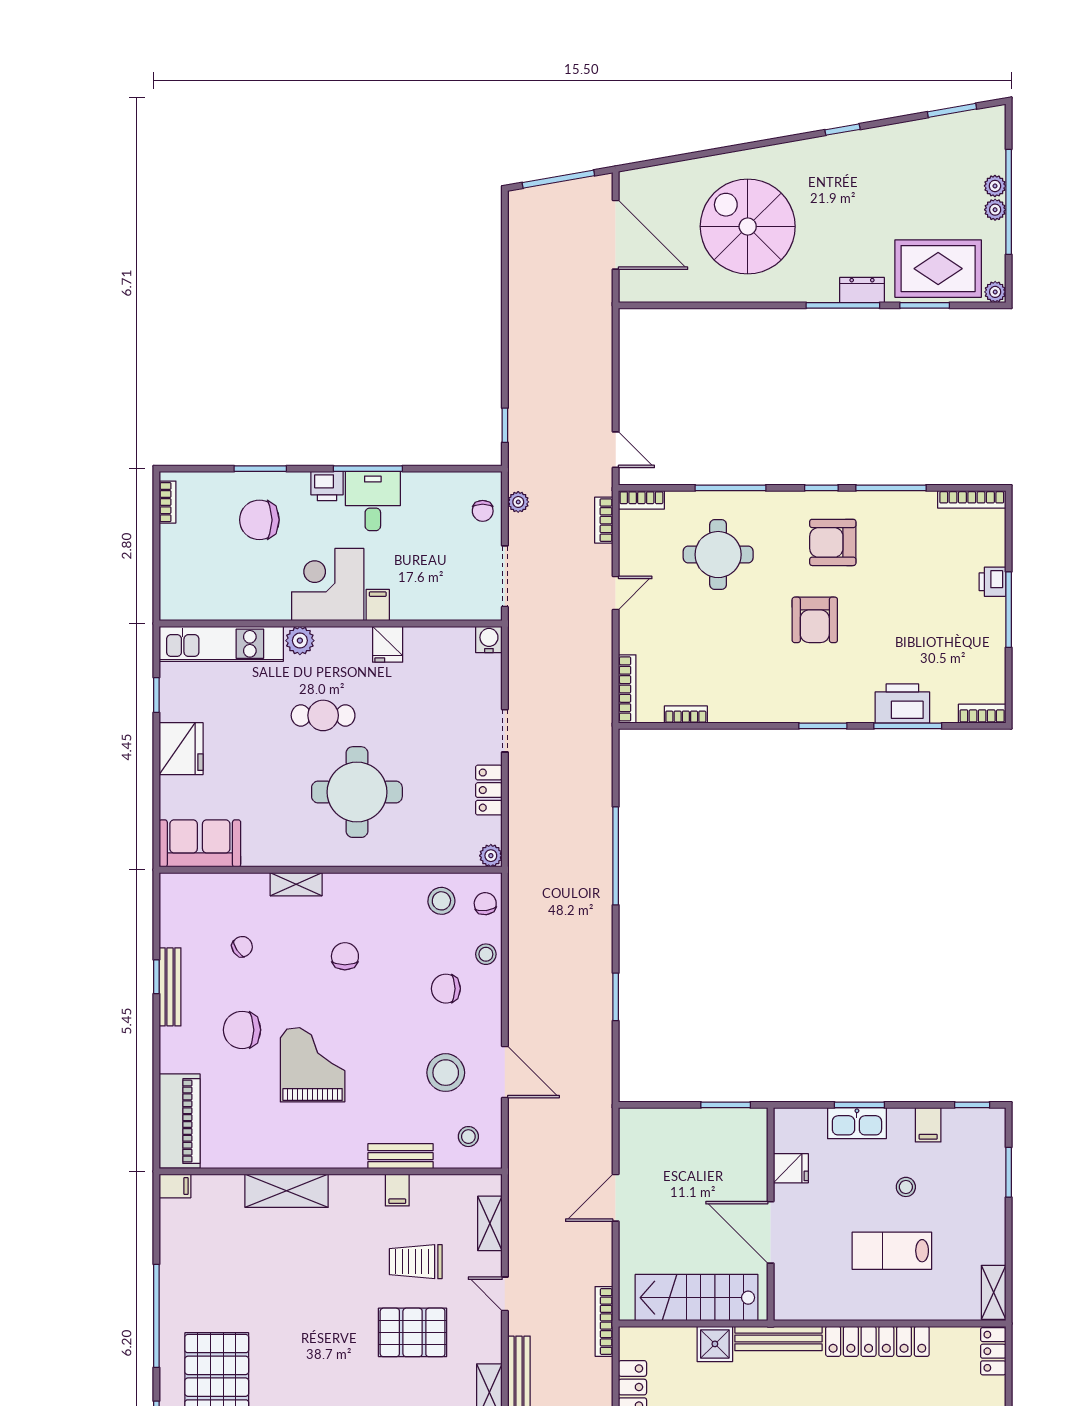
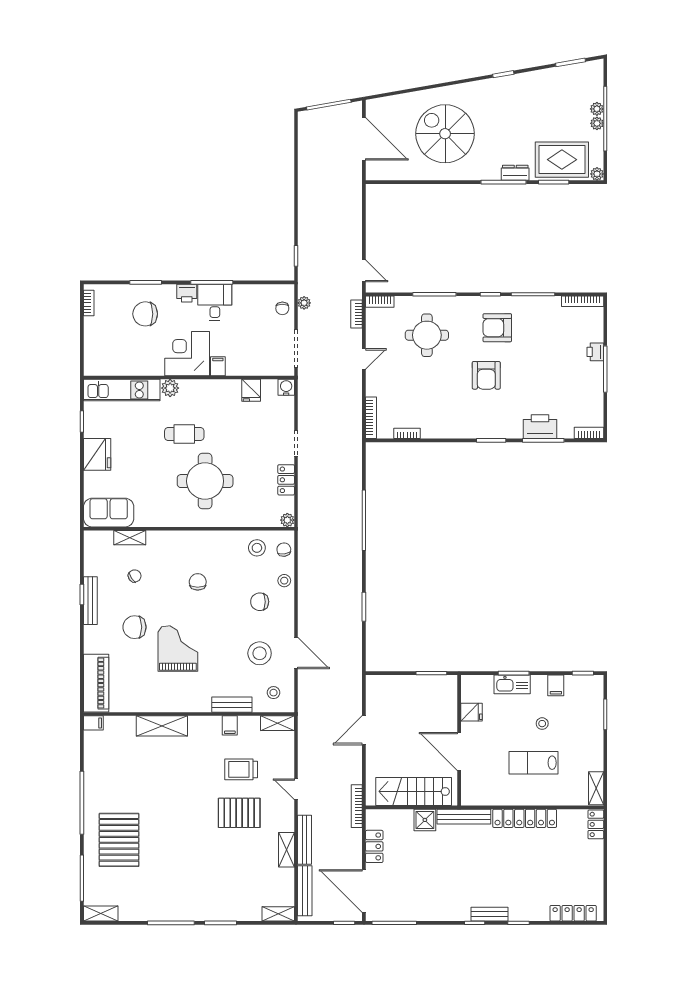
fridge: (388, 644) -> (251, 390), moved
shelving: (296, 884) -> (130, 538), moved
shelving: (490, 1223) -> (278, 723), moved, turned 90

